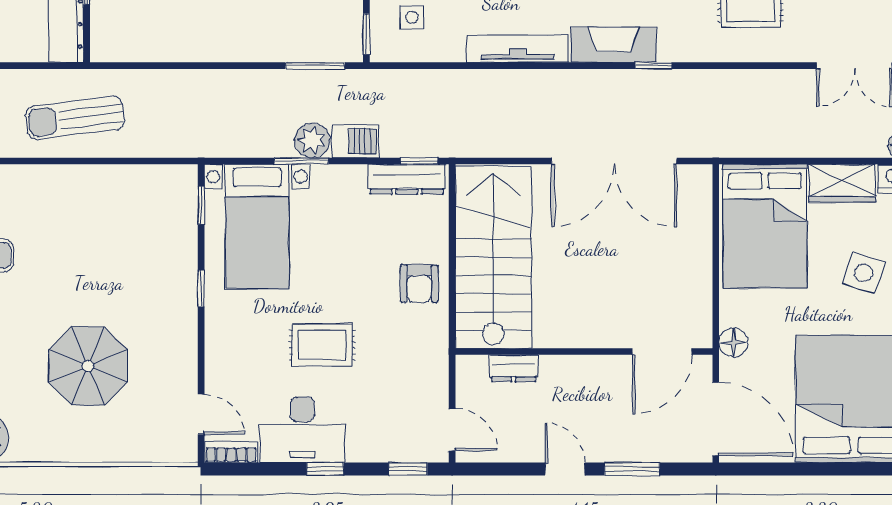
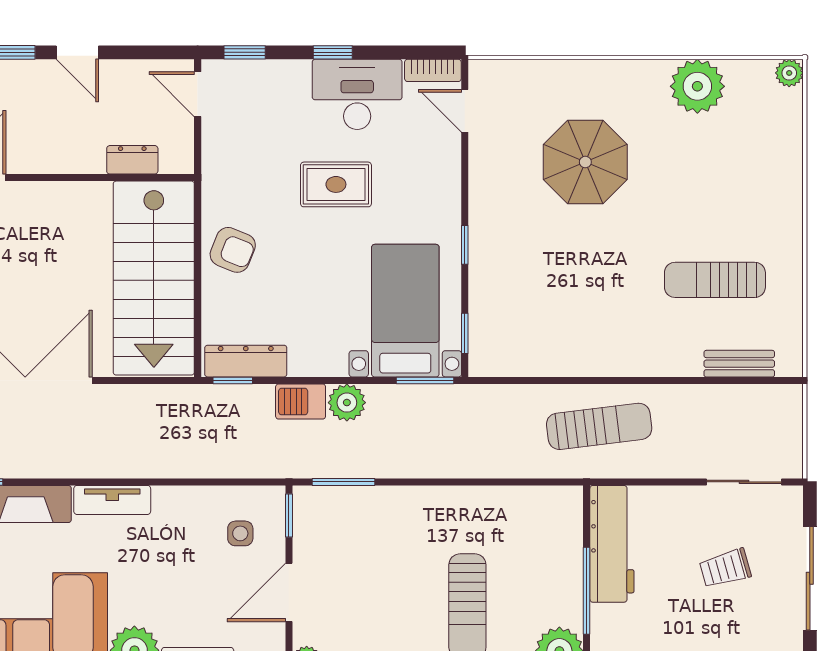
tv unit: (518, 49) -> (112, 500), width x0.71
window: (301, 161) -> (425, 380), moved
armchair: (419, 284) -> (233, 250), turned 112

